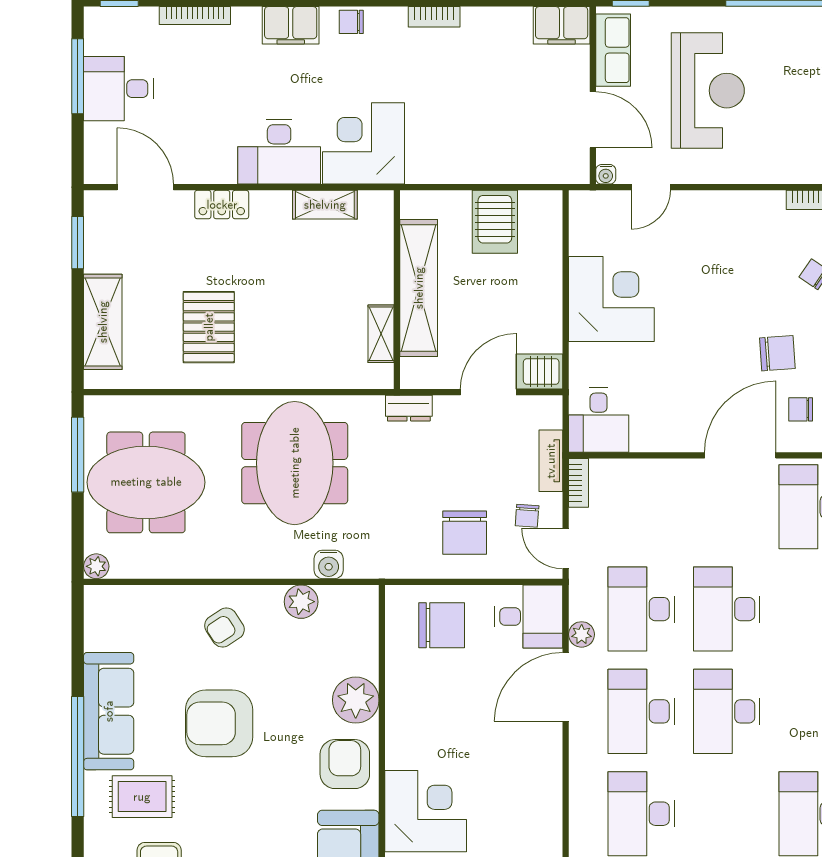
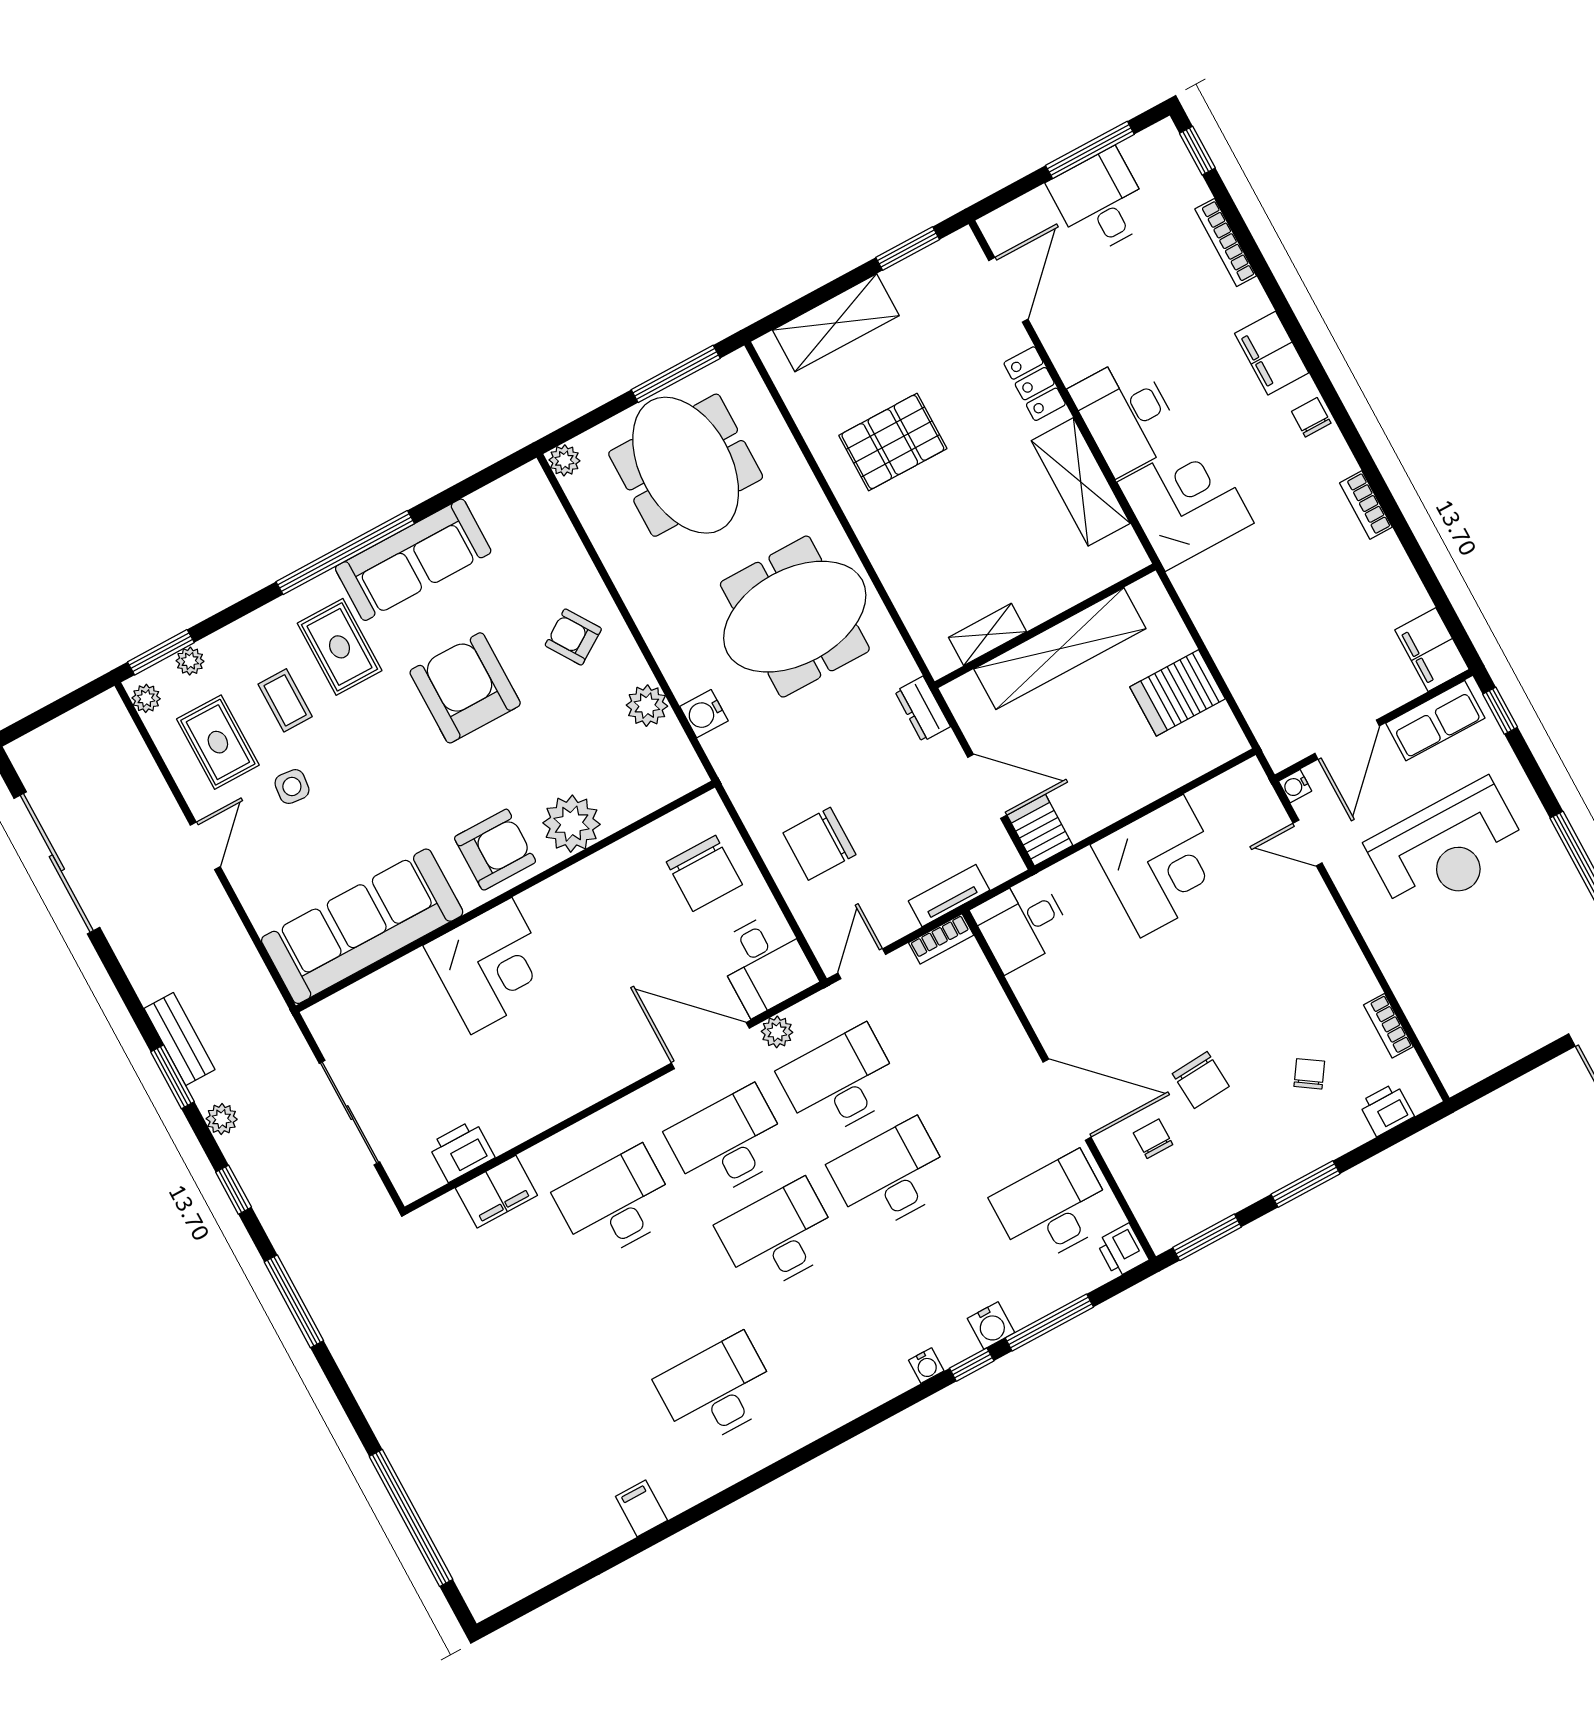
shelving: (325, 205) -> (1081, 482), width x1.50, depth x1.33
chair: (527, 516) -> (875, 902), removed

